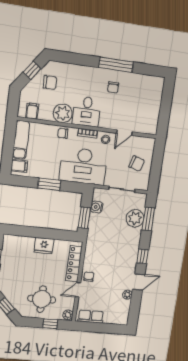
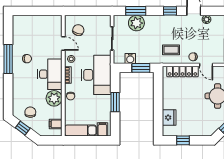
desk: (87, 111) -> (50, 74), width x1.37
chair: (137, 164) -> (78, 30), moved
fridge: (44, 246) -> (169, 118), moved
coffee table: (100, 253) -> (171, 50), added

